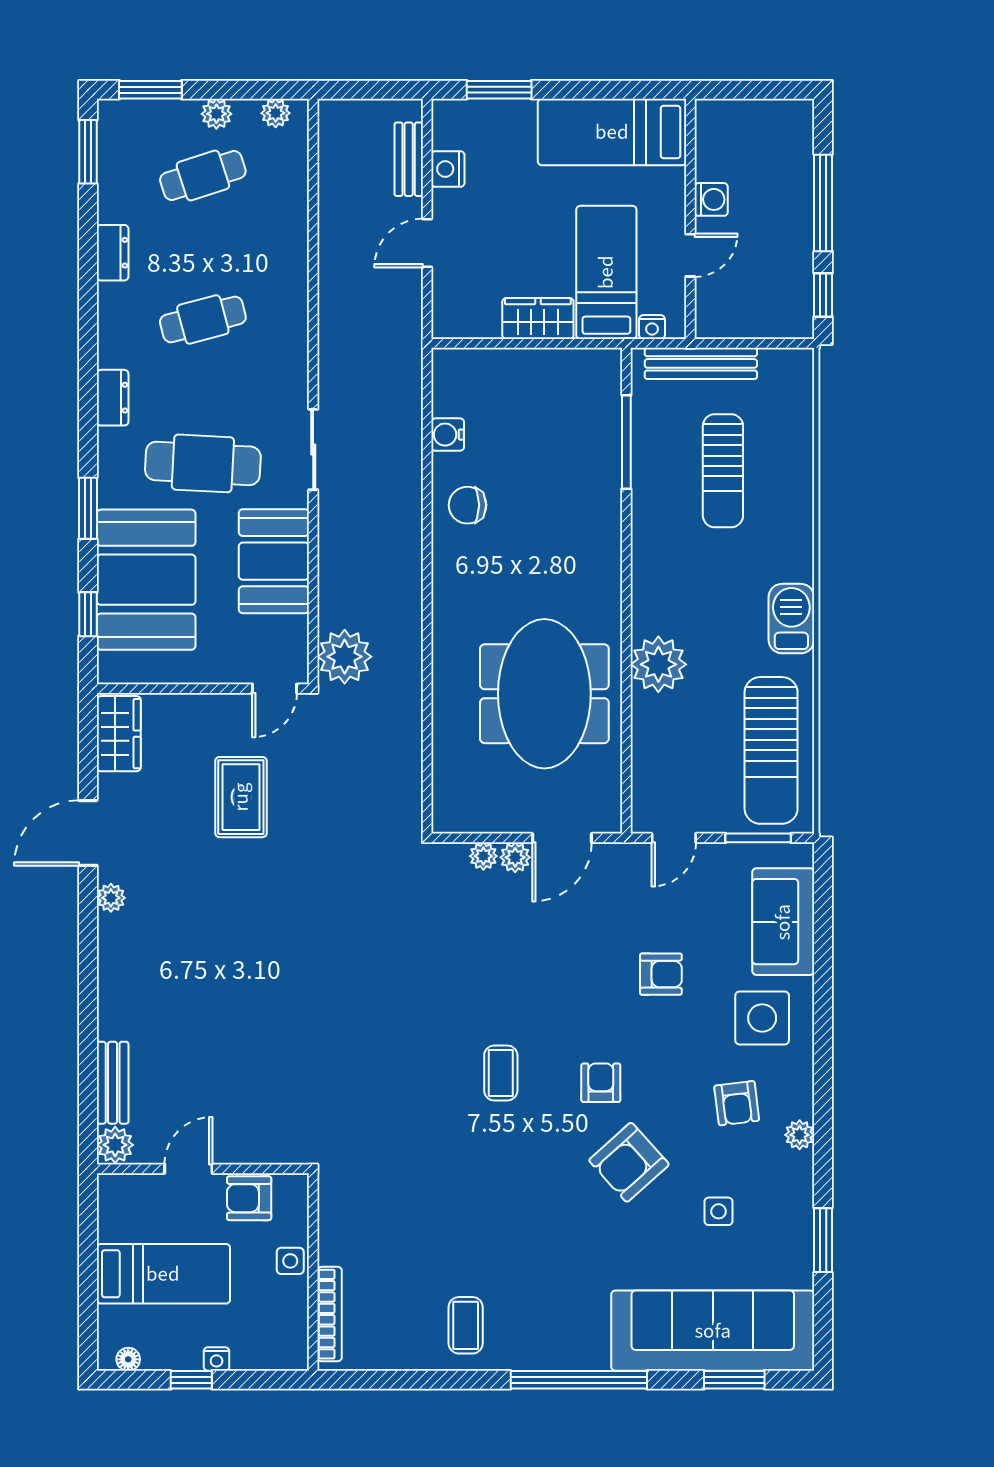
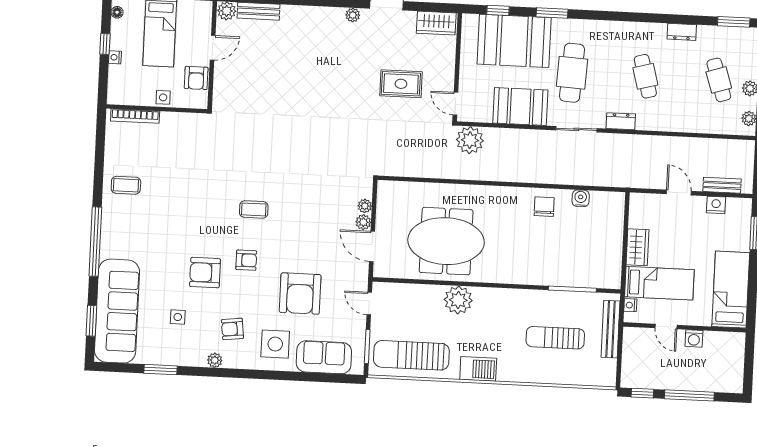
dresser: (113, 398) -> (621, 121), moved, turned 180
armchair: (661, 974) -> (300, 294), width x1.88, depth x1.88
armchair: (629, 1162) -> (205, 273), turned -48
door: (188, 1169) -> (213, 48), hinge flipped
armchair: (249, 1198) -> (196, 78), turned 180

